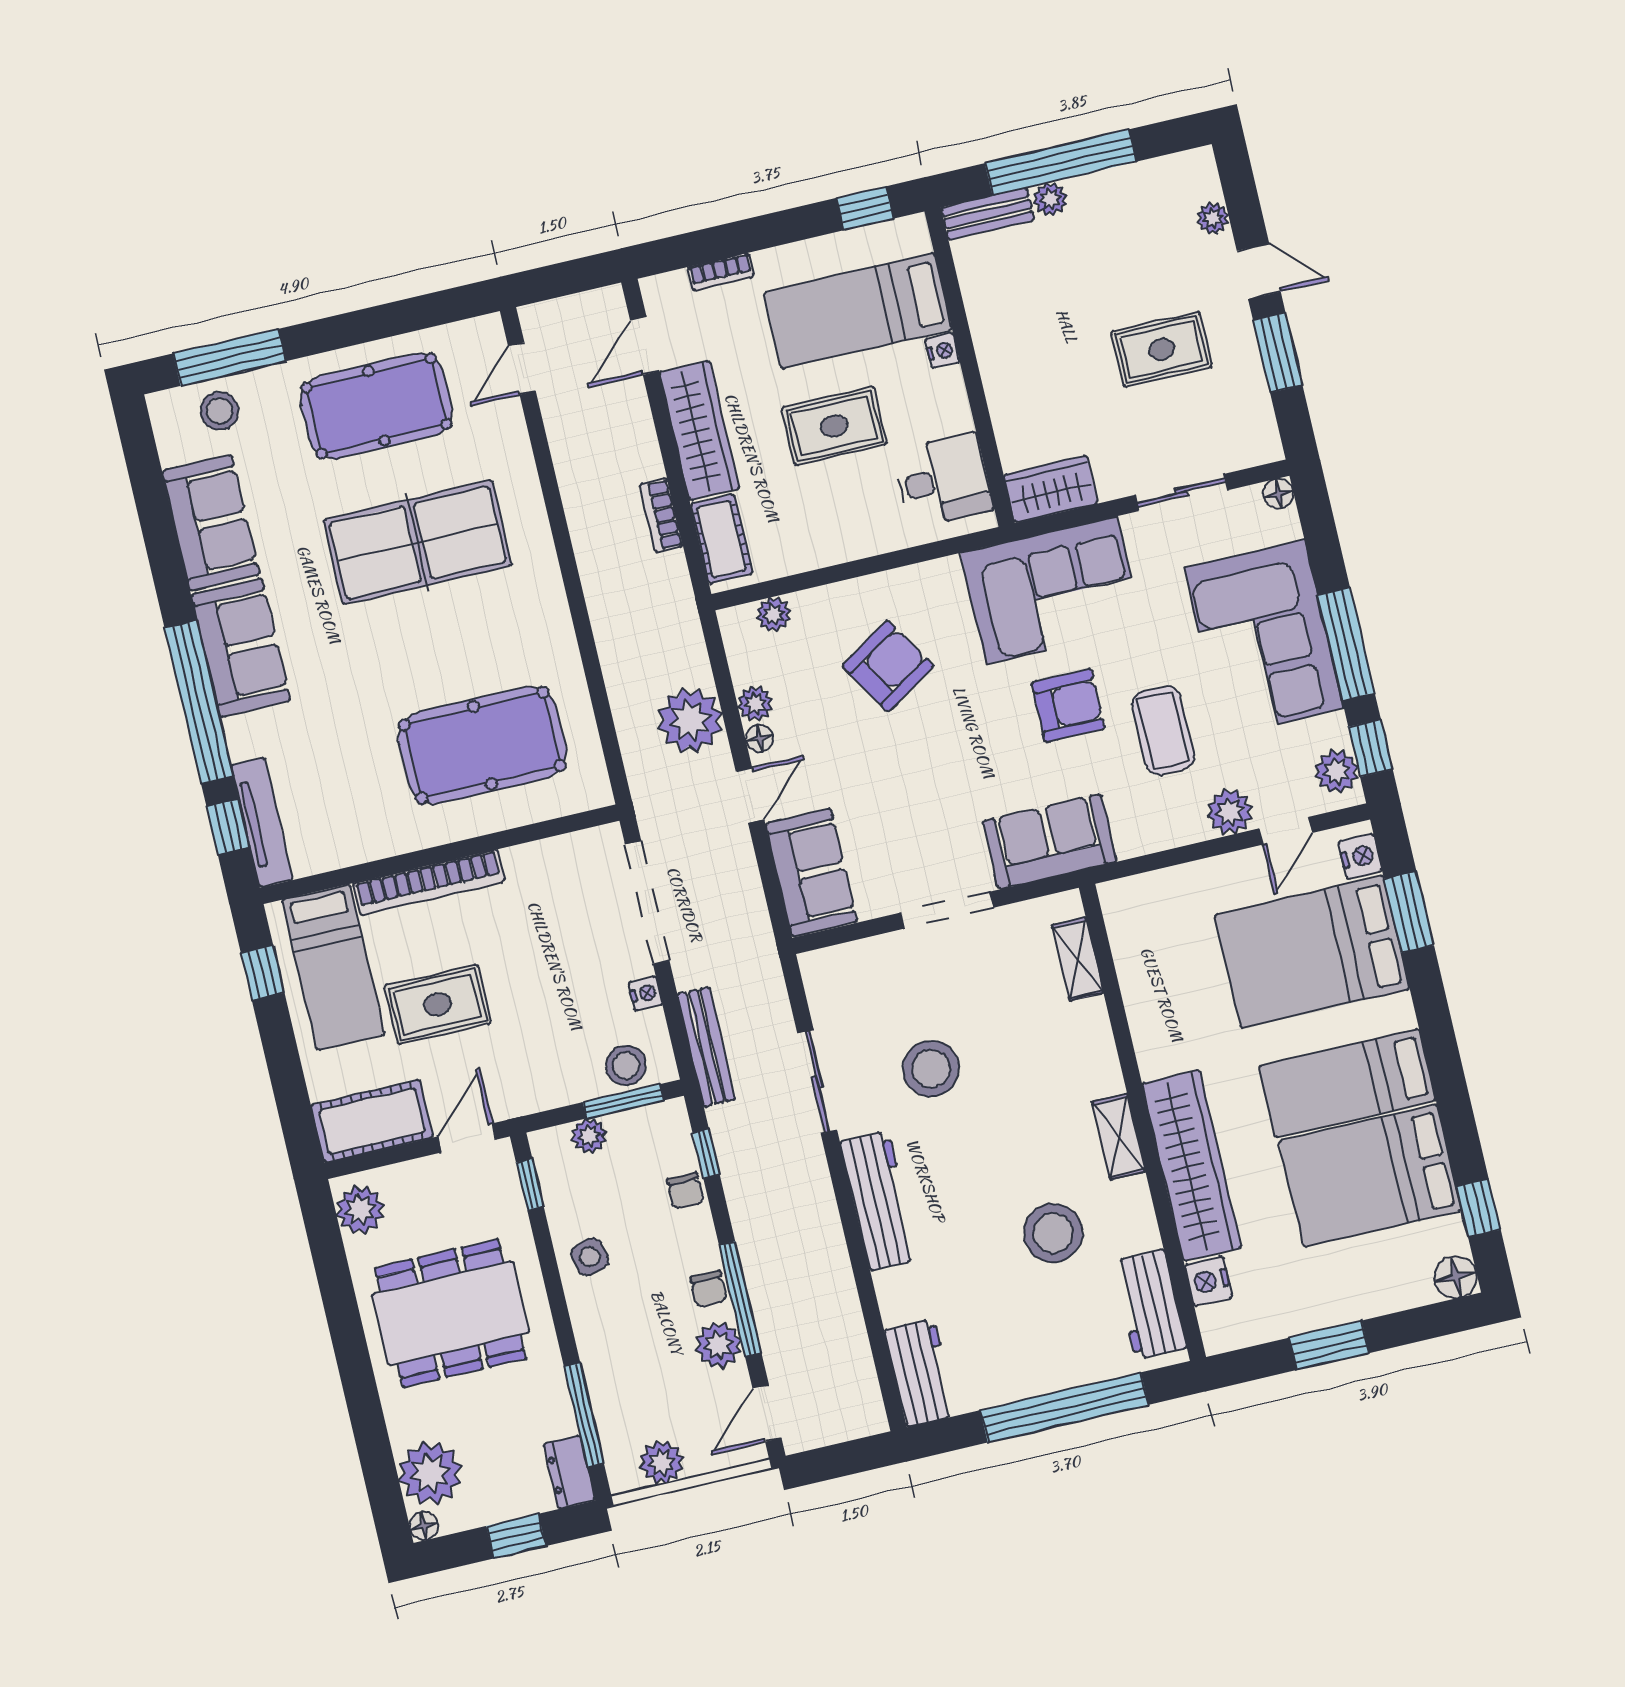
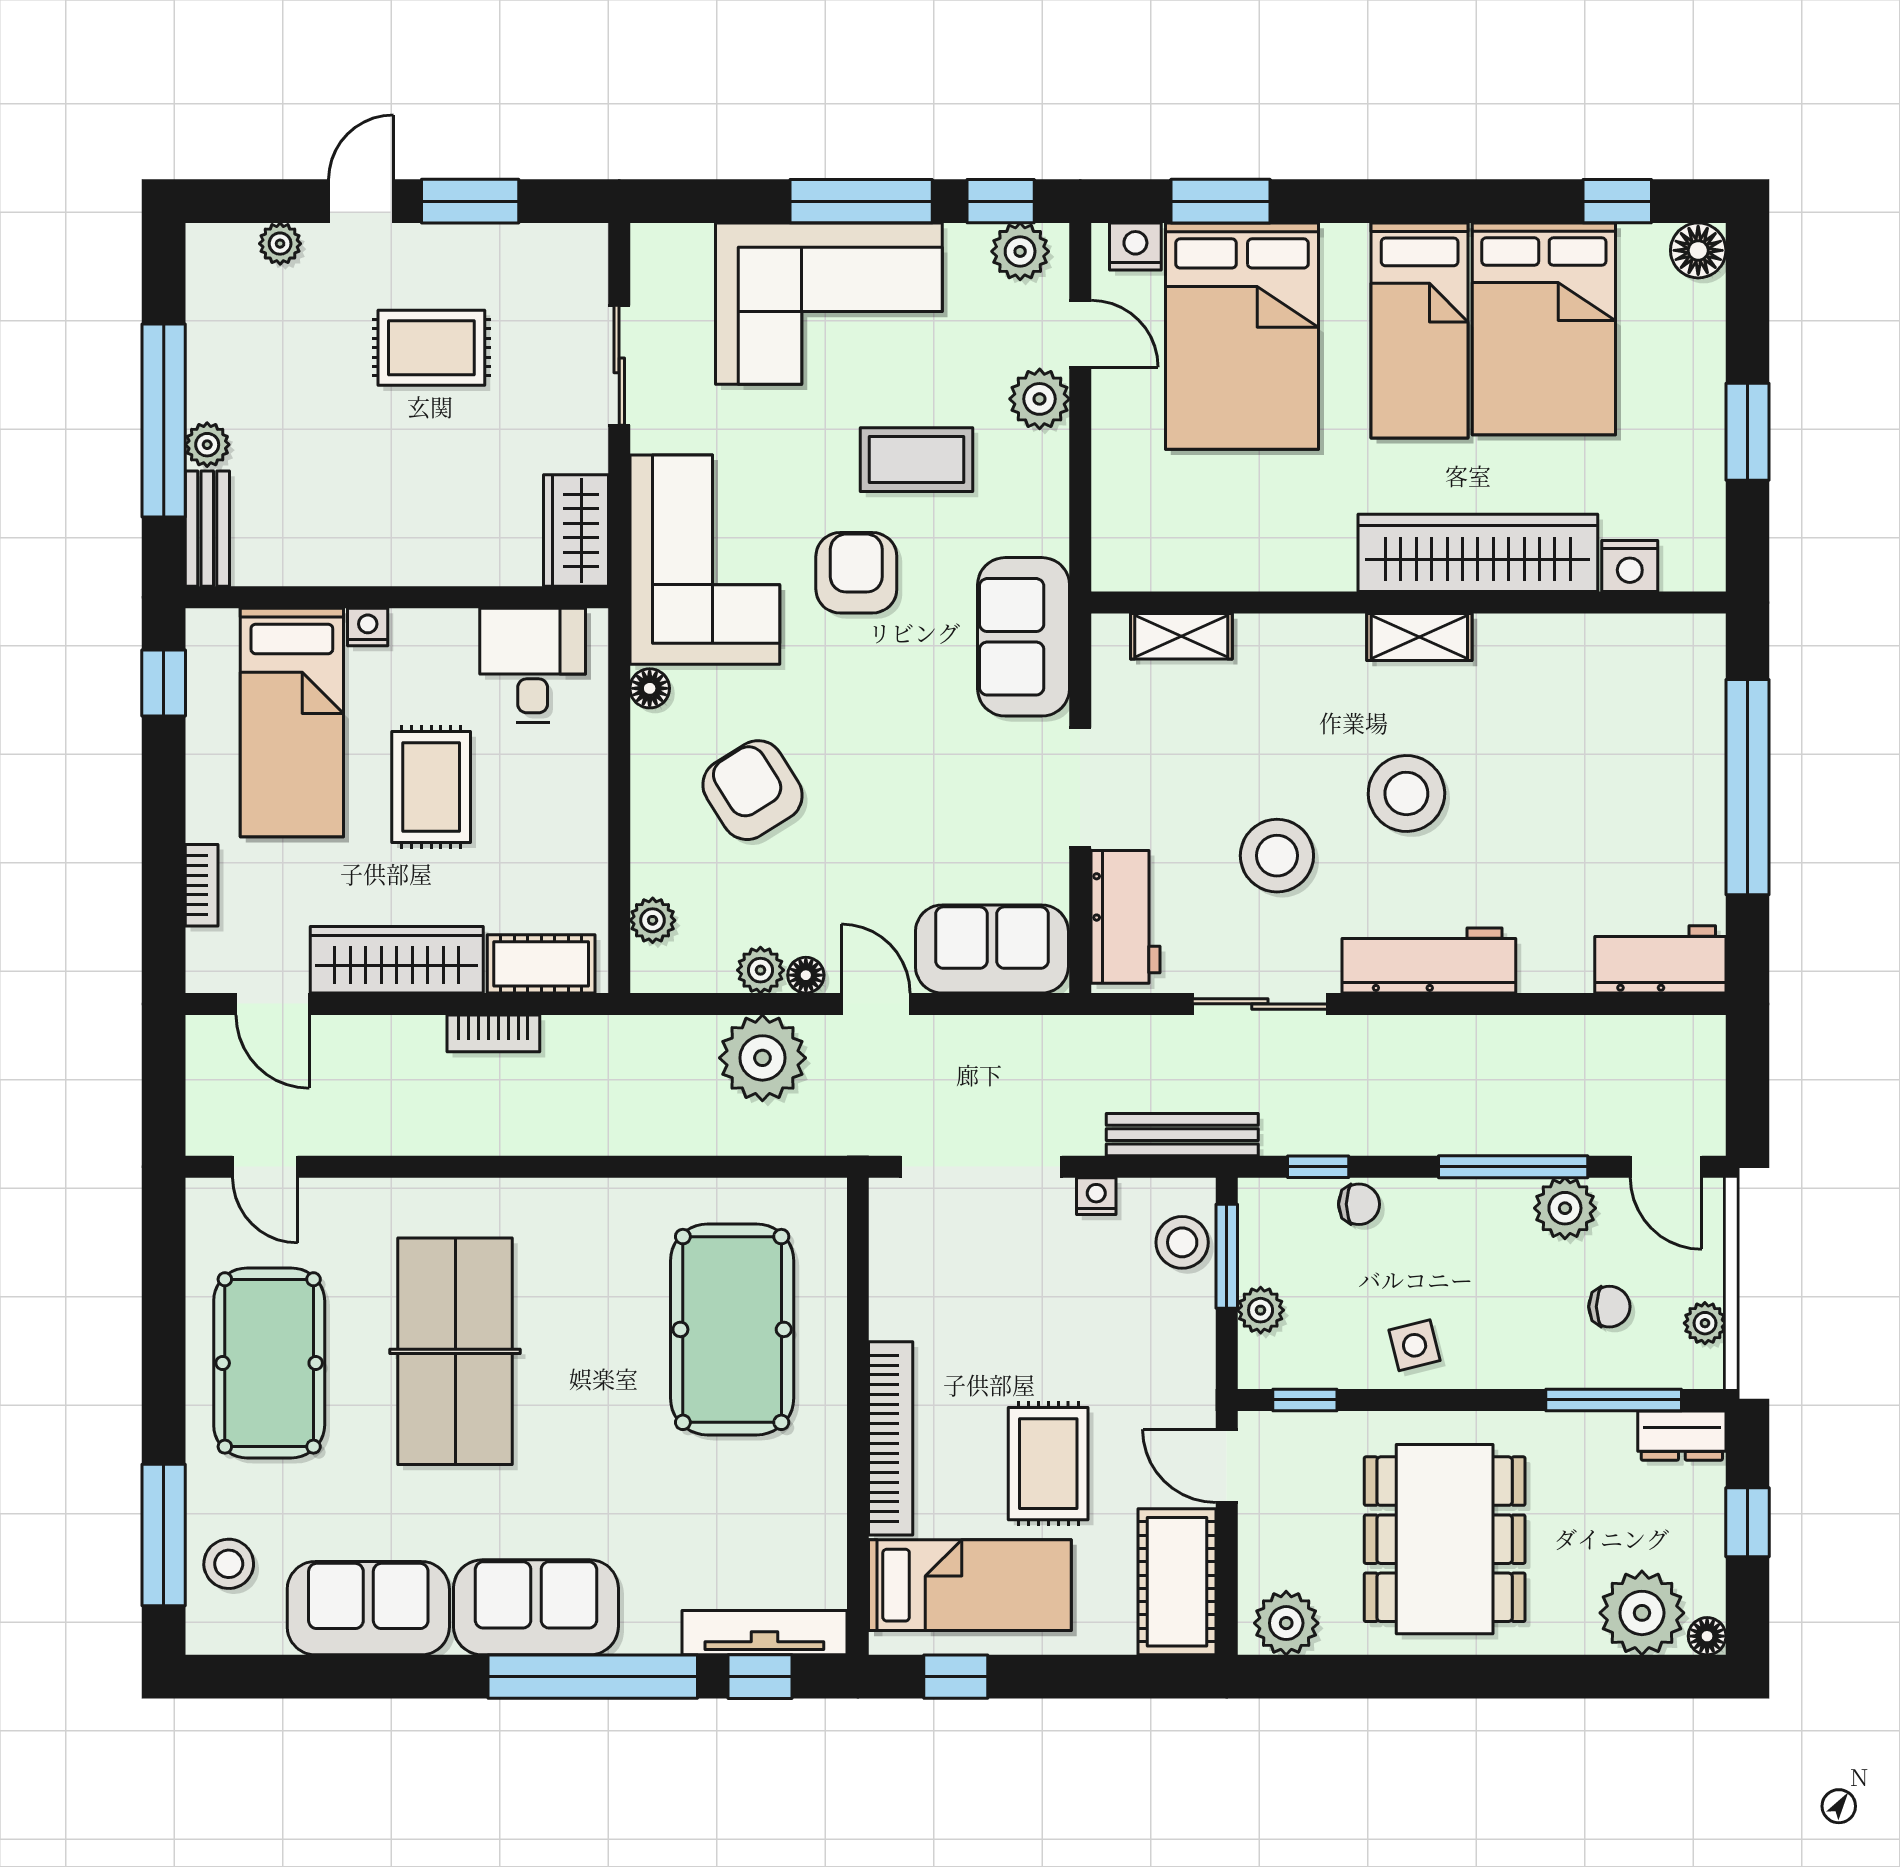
rug: (1162, 349) -> (431, 348), turned 90
floor lamp: (1278, 494) -> (650, 688), moved
stool: (1053, 1233) -> (1406, 793), moved
chair: (708, 1289) -> (1609, 1307), moved
workbench: (1150, 1304) -> (1126, 917), moved, turned -90
plant: (662, 1462) -> (1705, 1323), width x0.73, depth x0.73

